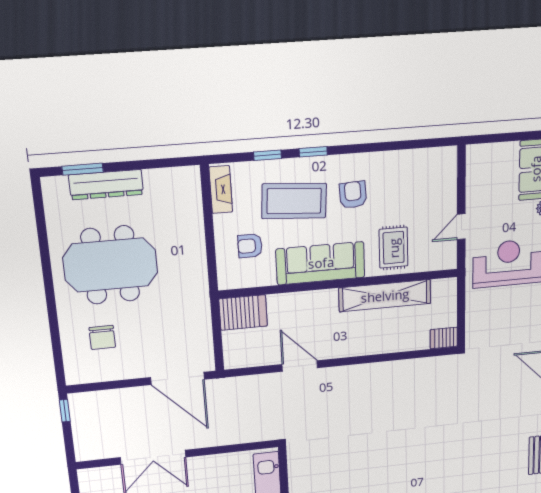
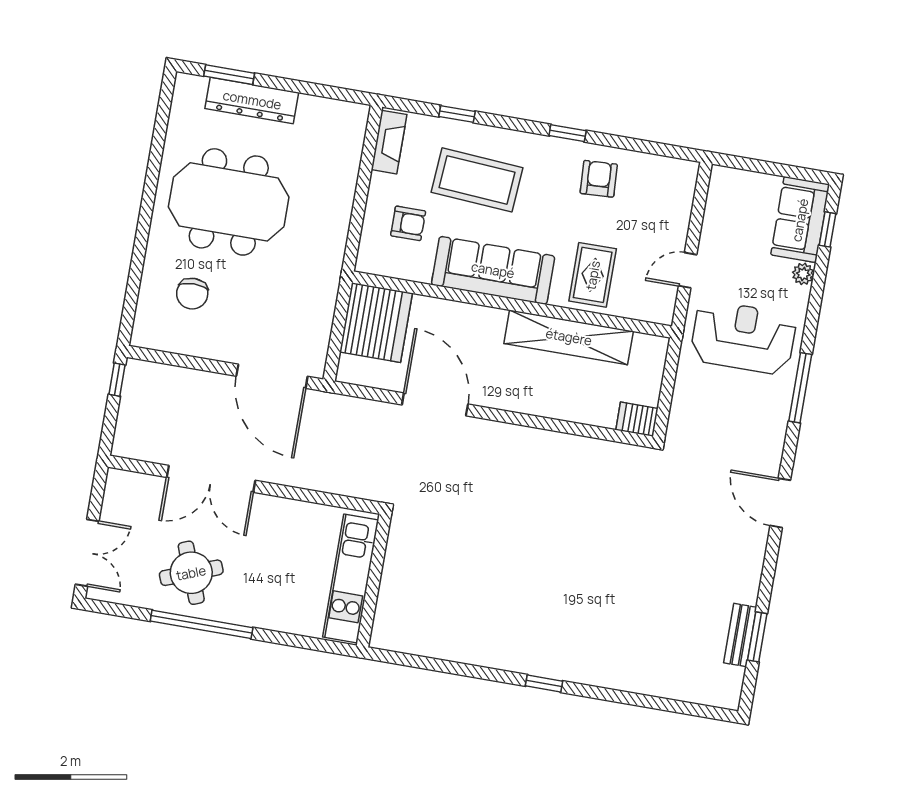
window: (313, 152) -> (568, 133), moved
armchair: (353, 195) -> (599, 179), moved
armchair: (250, 246) -> (408, 223), turned 180
server rack: (243, 313) -> (376, 323), width x1.60
door: (300, 366) -> (435, 404), width x1.36

